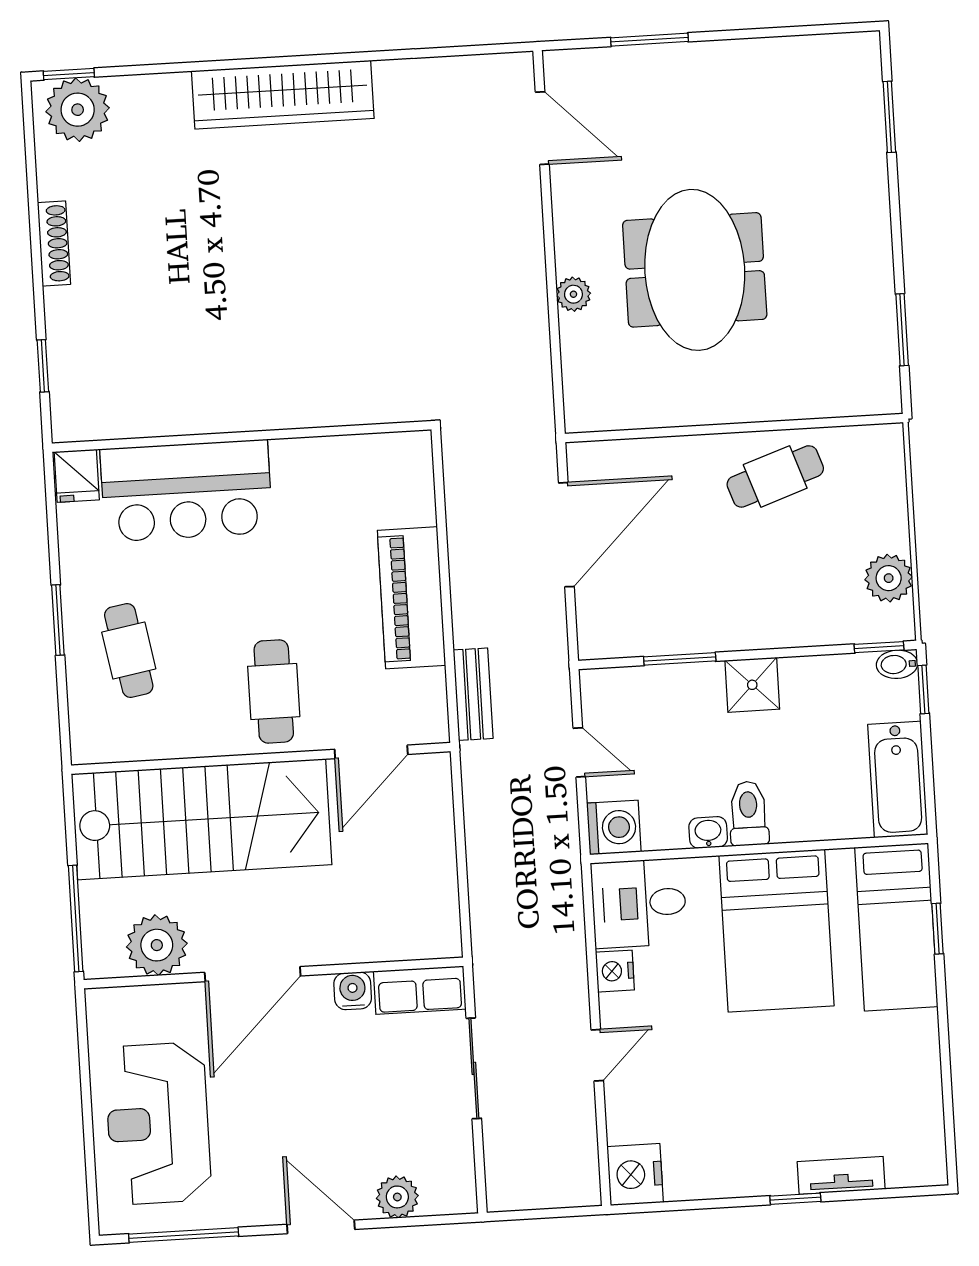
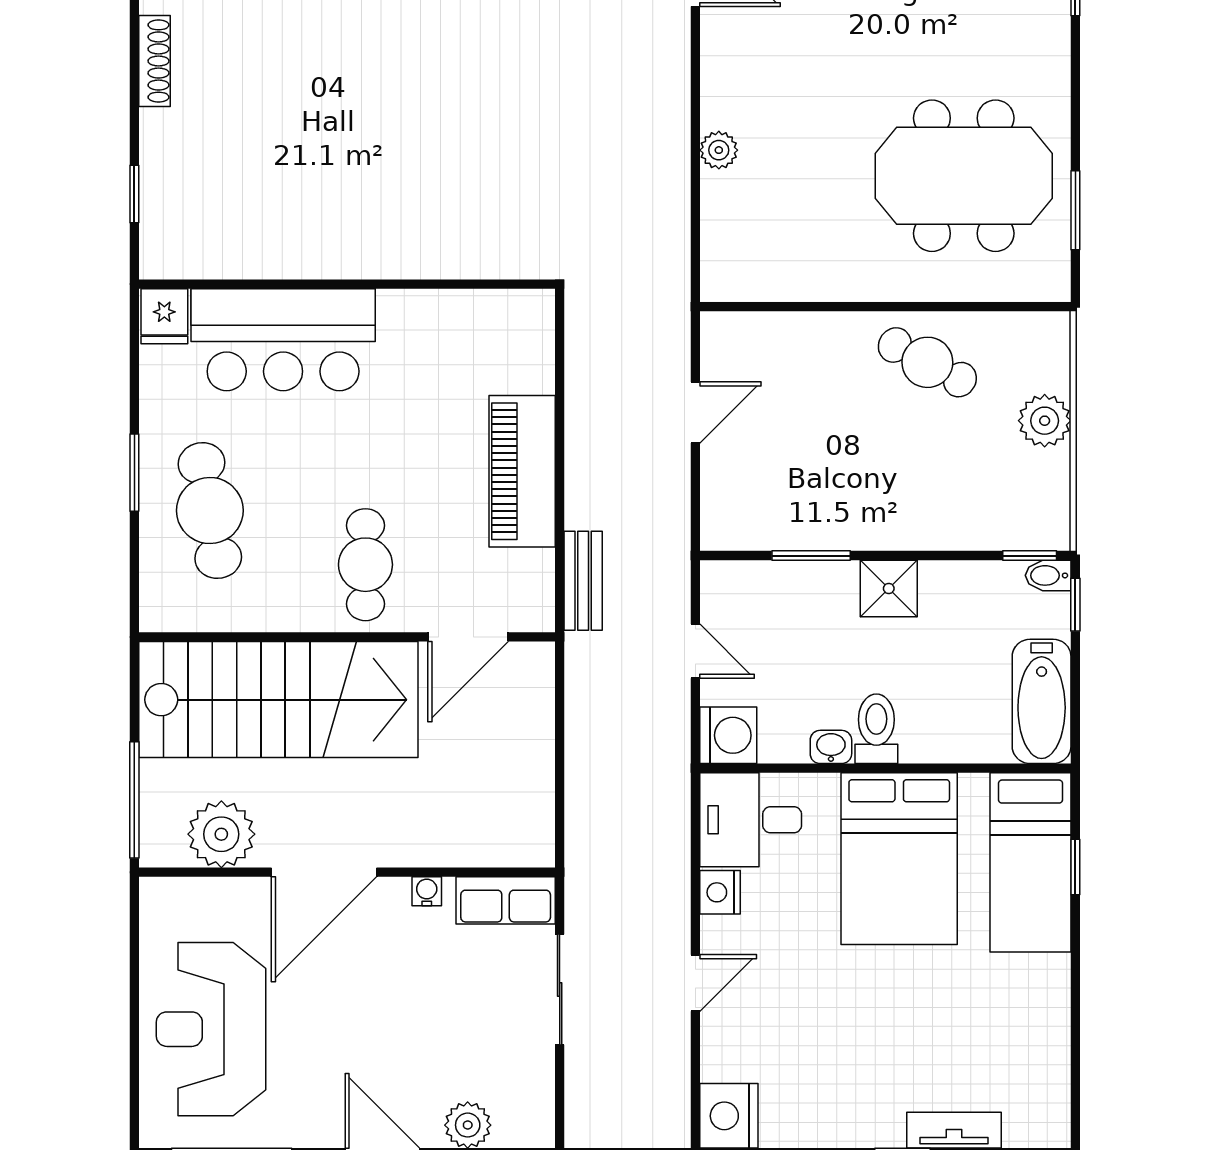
meeting table: (695, 270) -> (964, 176), moved, turned 90
cafe table: (775, 476) -> (927, 362), turned 47
door: (566, 535) -> (695, 412), width x0.53
plant: (889, 578) -> (1045, 421), moved
cafe table: (129, 650) -> (210, 511), width x1.37, depth x1.35
water cooler: (353, 991) -> (427, 891), width x0.72, depth x0.72

